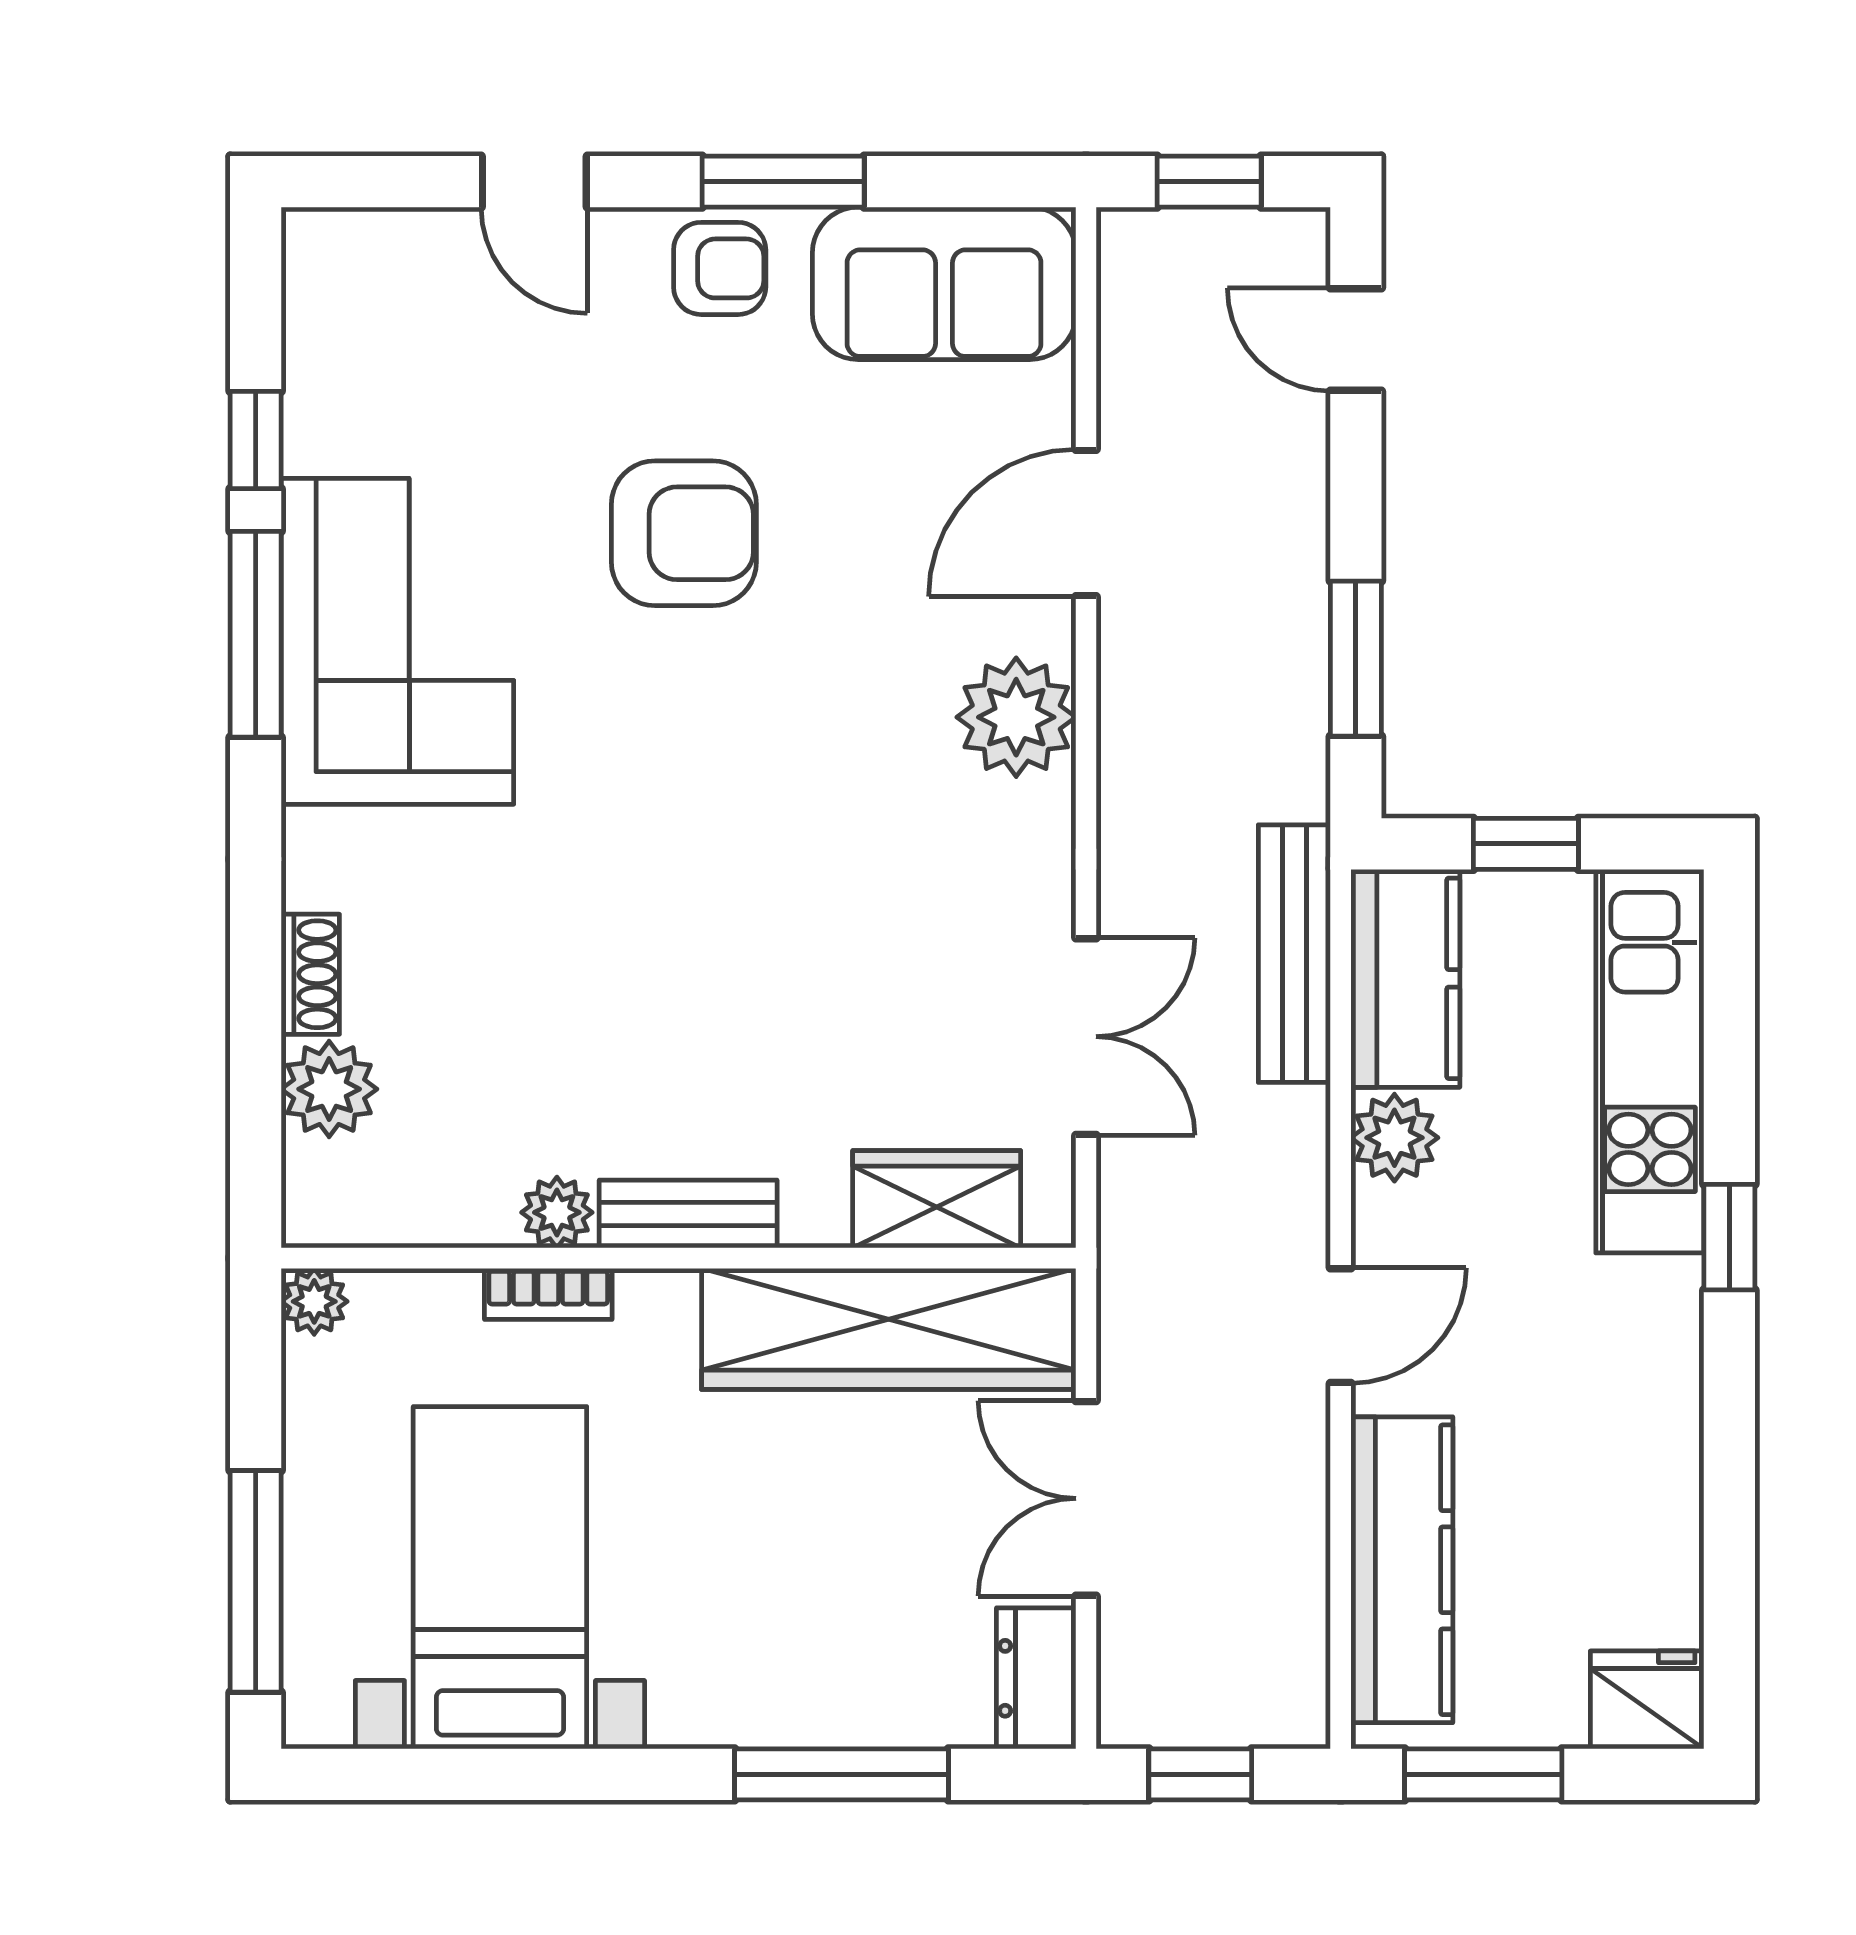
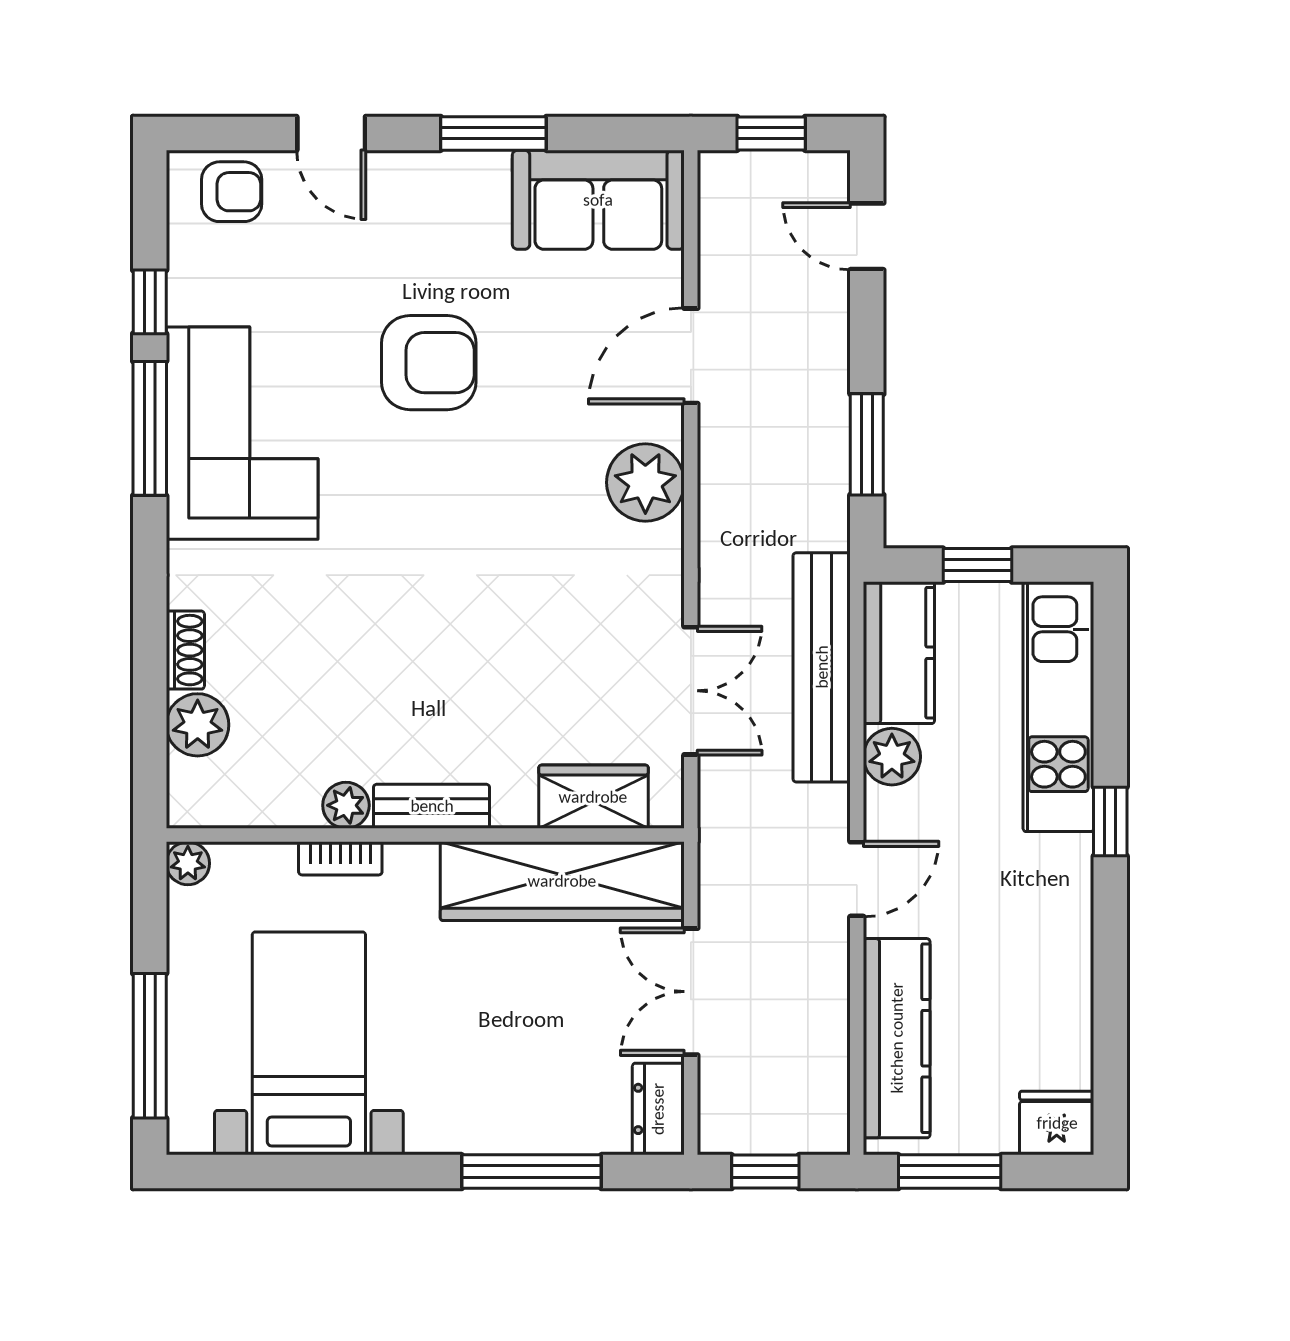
armchair: (720, 268) -> (232, 192), moved
bench: (1294, 954) -> (822, 667), width x1.37, depth x1.21

